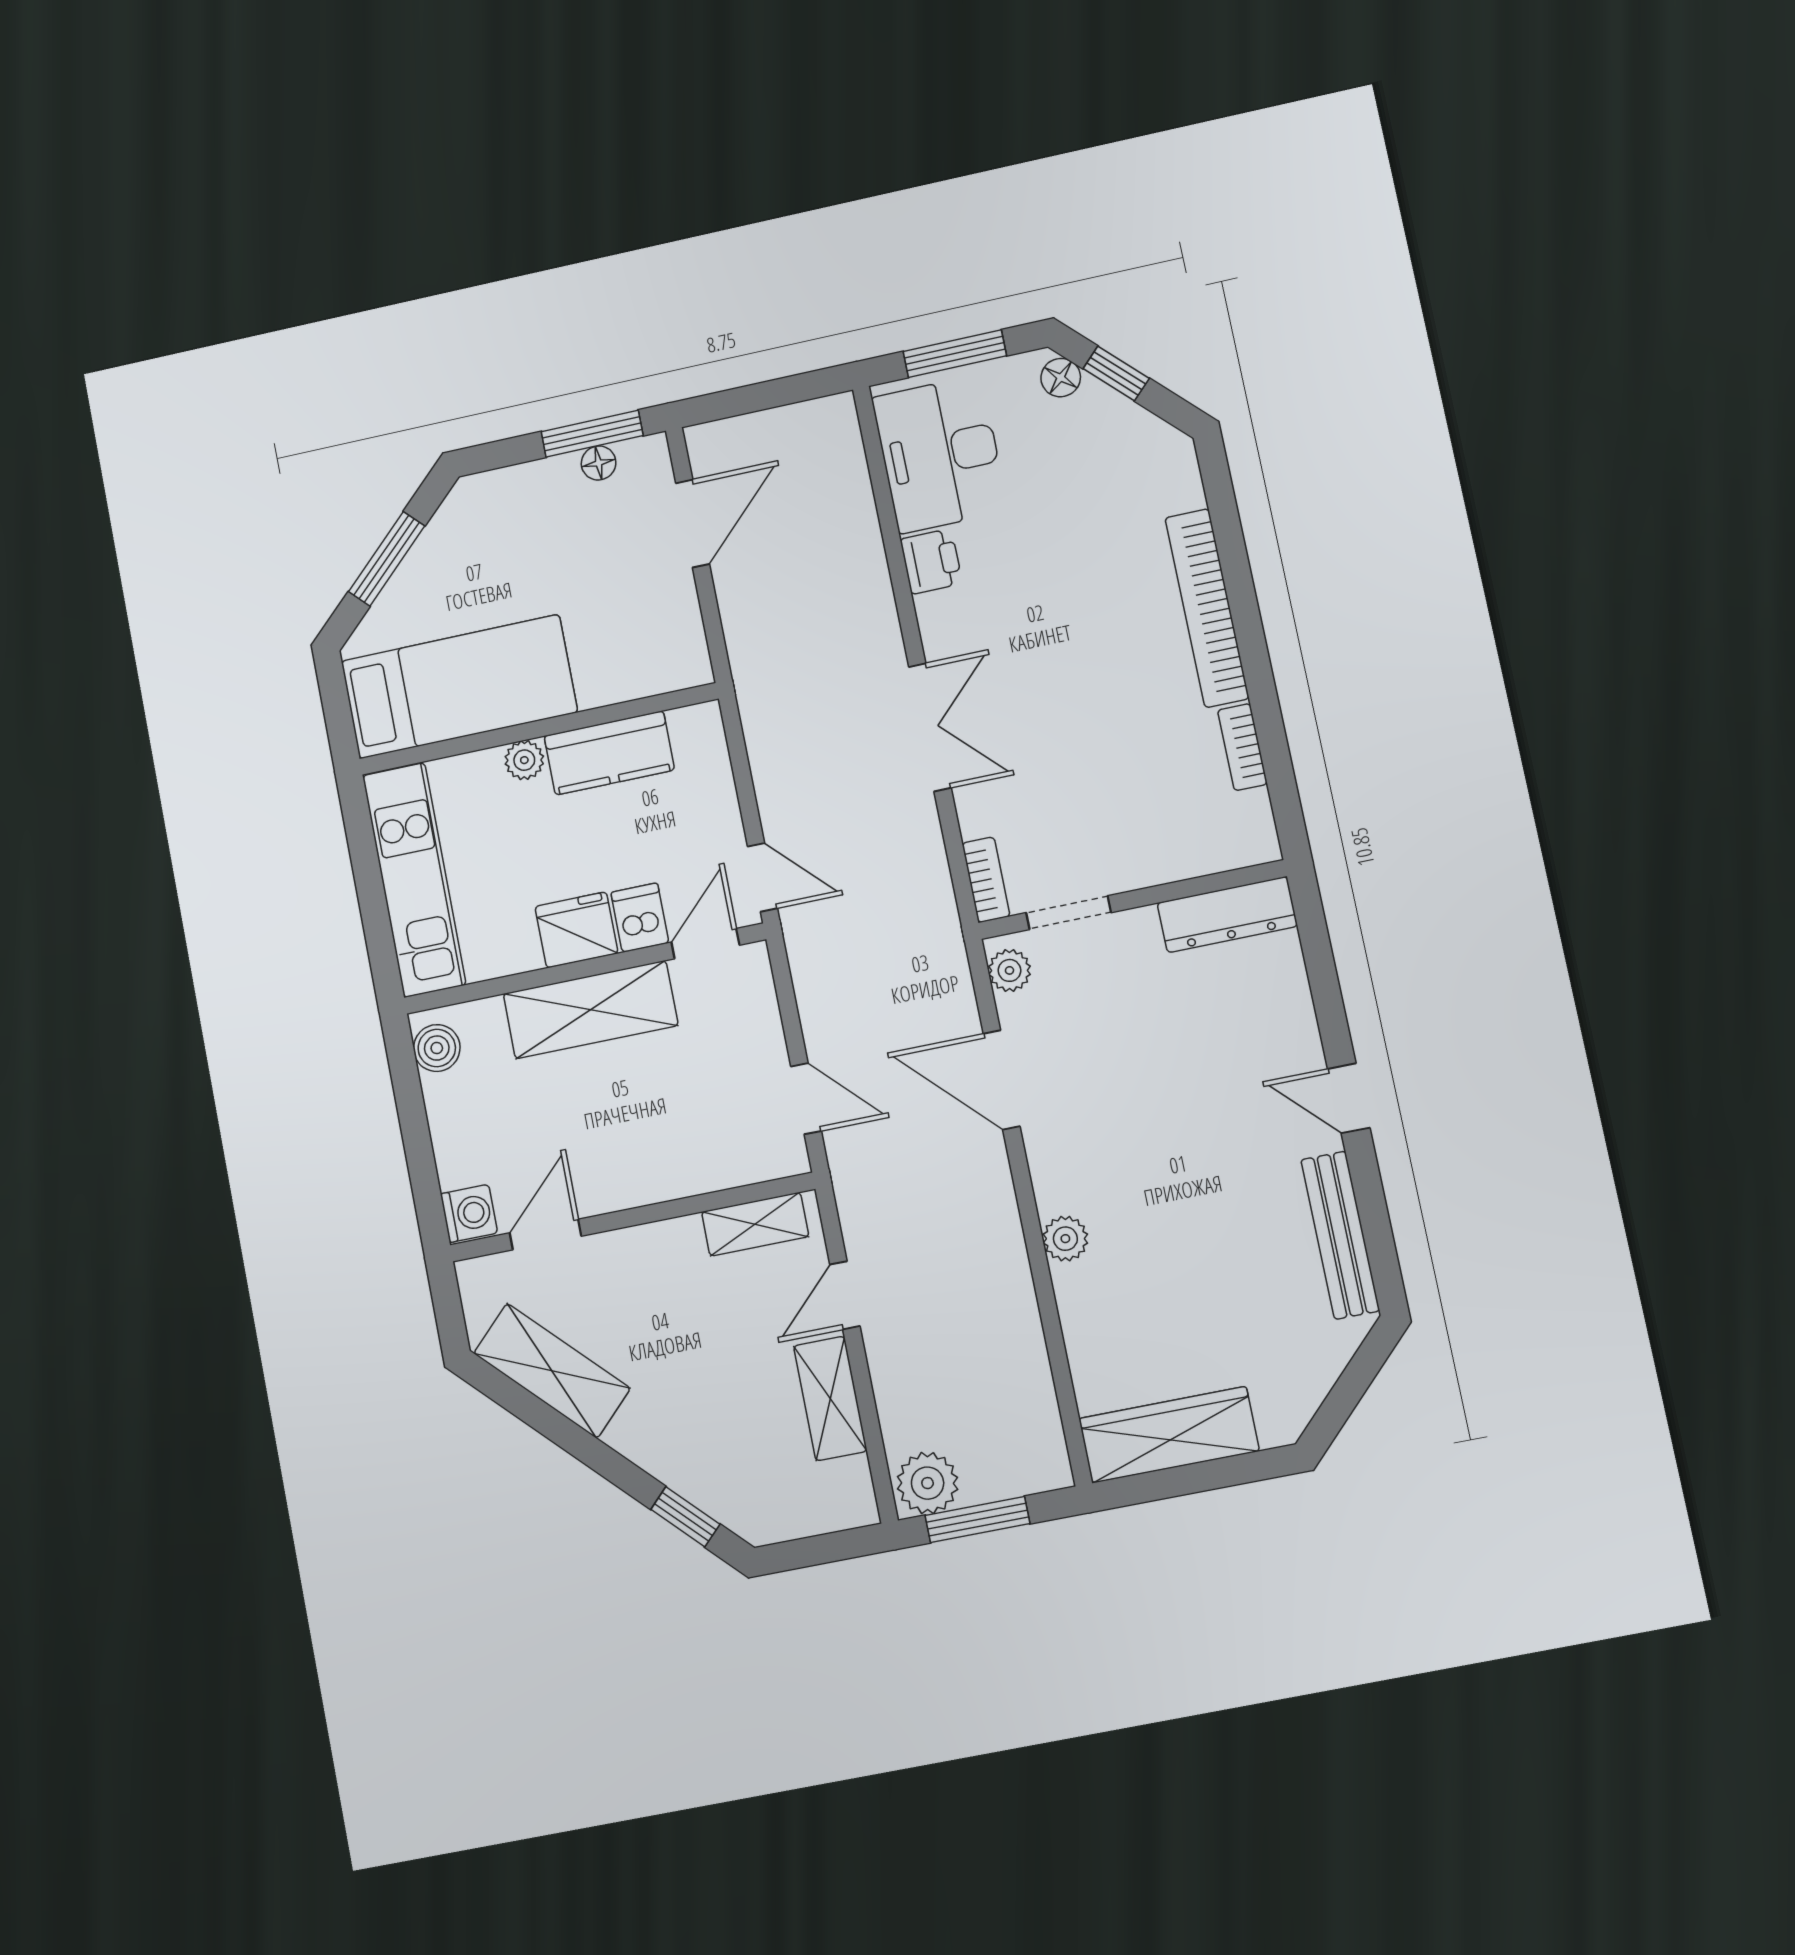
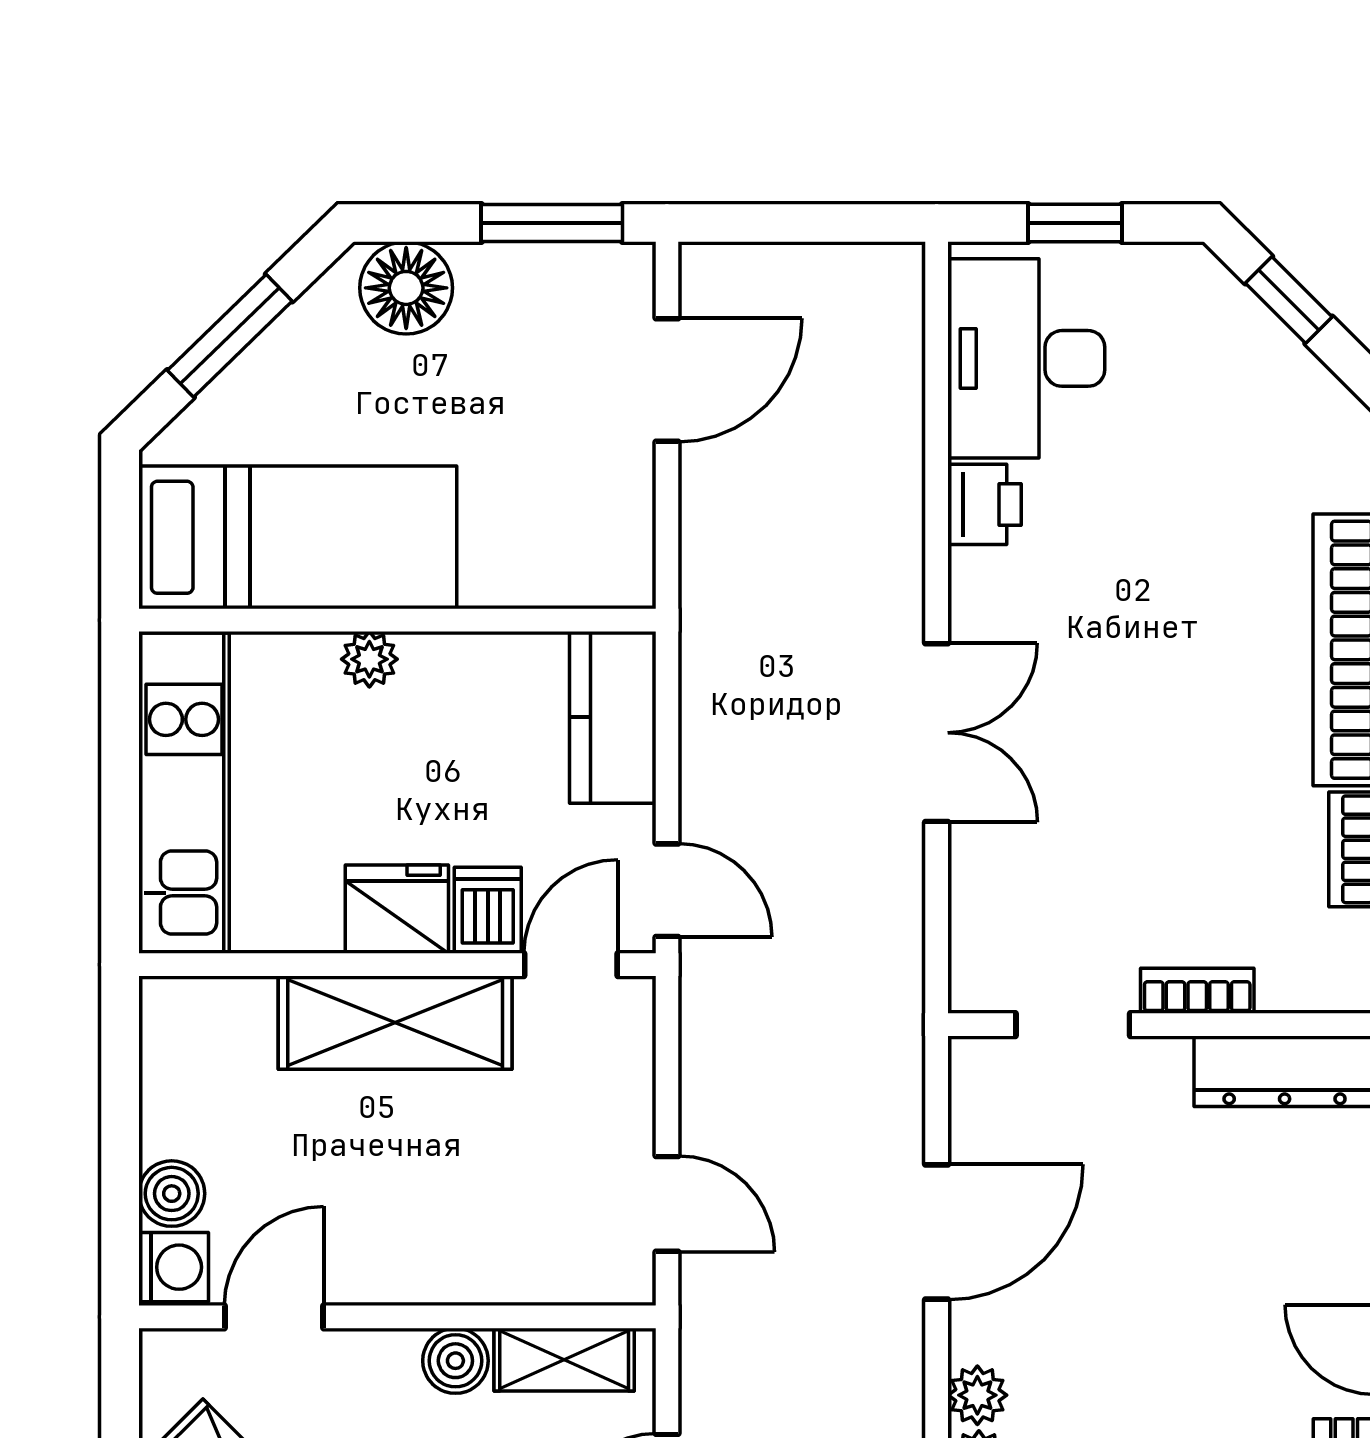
window: (955, 354) -> (1075, 223), width x0.67
floor lamp: (1061, 378) -> (1212, 289), removed
floor lamp: (599, 463) -> (406, 288), moved, width x1.89, depth x1.89
kitchen counter: (609, 753) -> (613, 717), moved, turned 90
bookcase: (986, 880) -> (1197, 991), moved, turned -90
plant: (1009, 970) -> (977, 1395), moved
boiler: (437, 1048) -> (172, 1194), moved
door: (1002, 1080) -> (937, 1232), swing flipped
boiler: (679, 1240) -> (455, 1361), added

